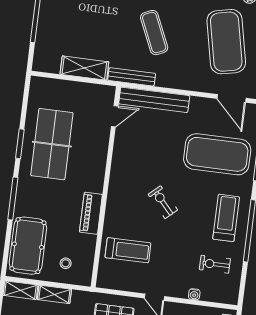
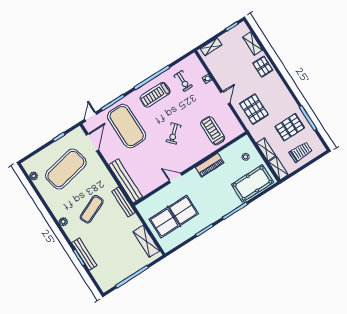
shelving: (84, 68) -> (146, 241), moved
door: (115, 116) -> (175, 178), moved
table tennis table: (52, 144) -> (174, 216), moved

